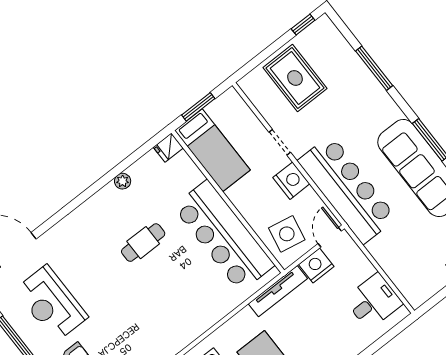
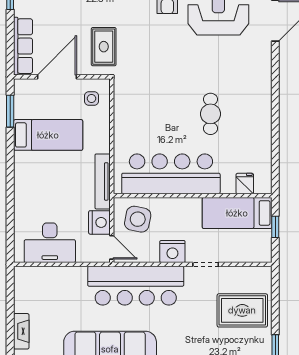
window: (198, 107) -> (275, 227), width x0.67
fridge: (168, 148) -> (245, 184), moved
plant: (123, 181) -> (265, 133), removed
desk: (373, 301) -> (50, 243), width x1.37

